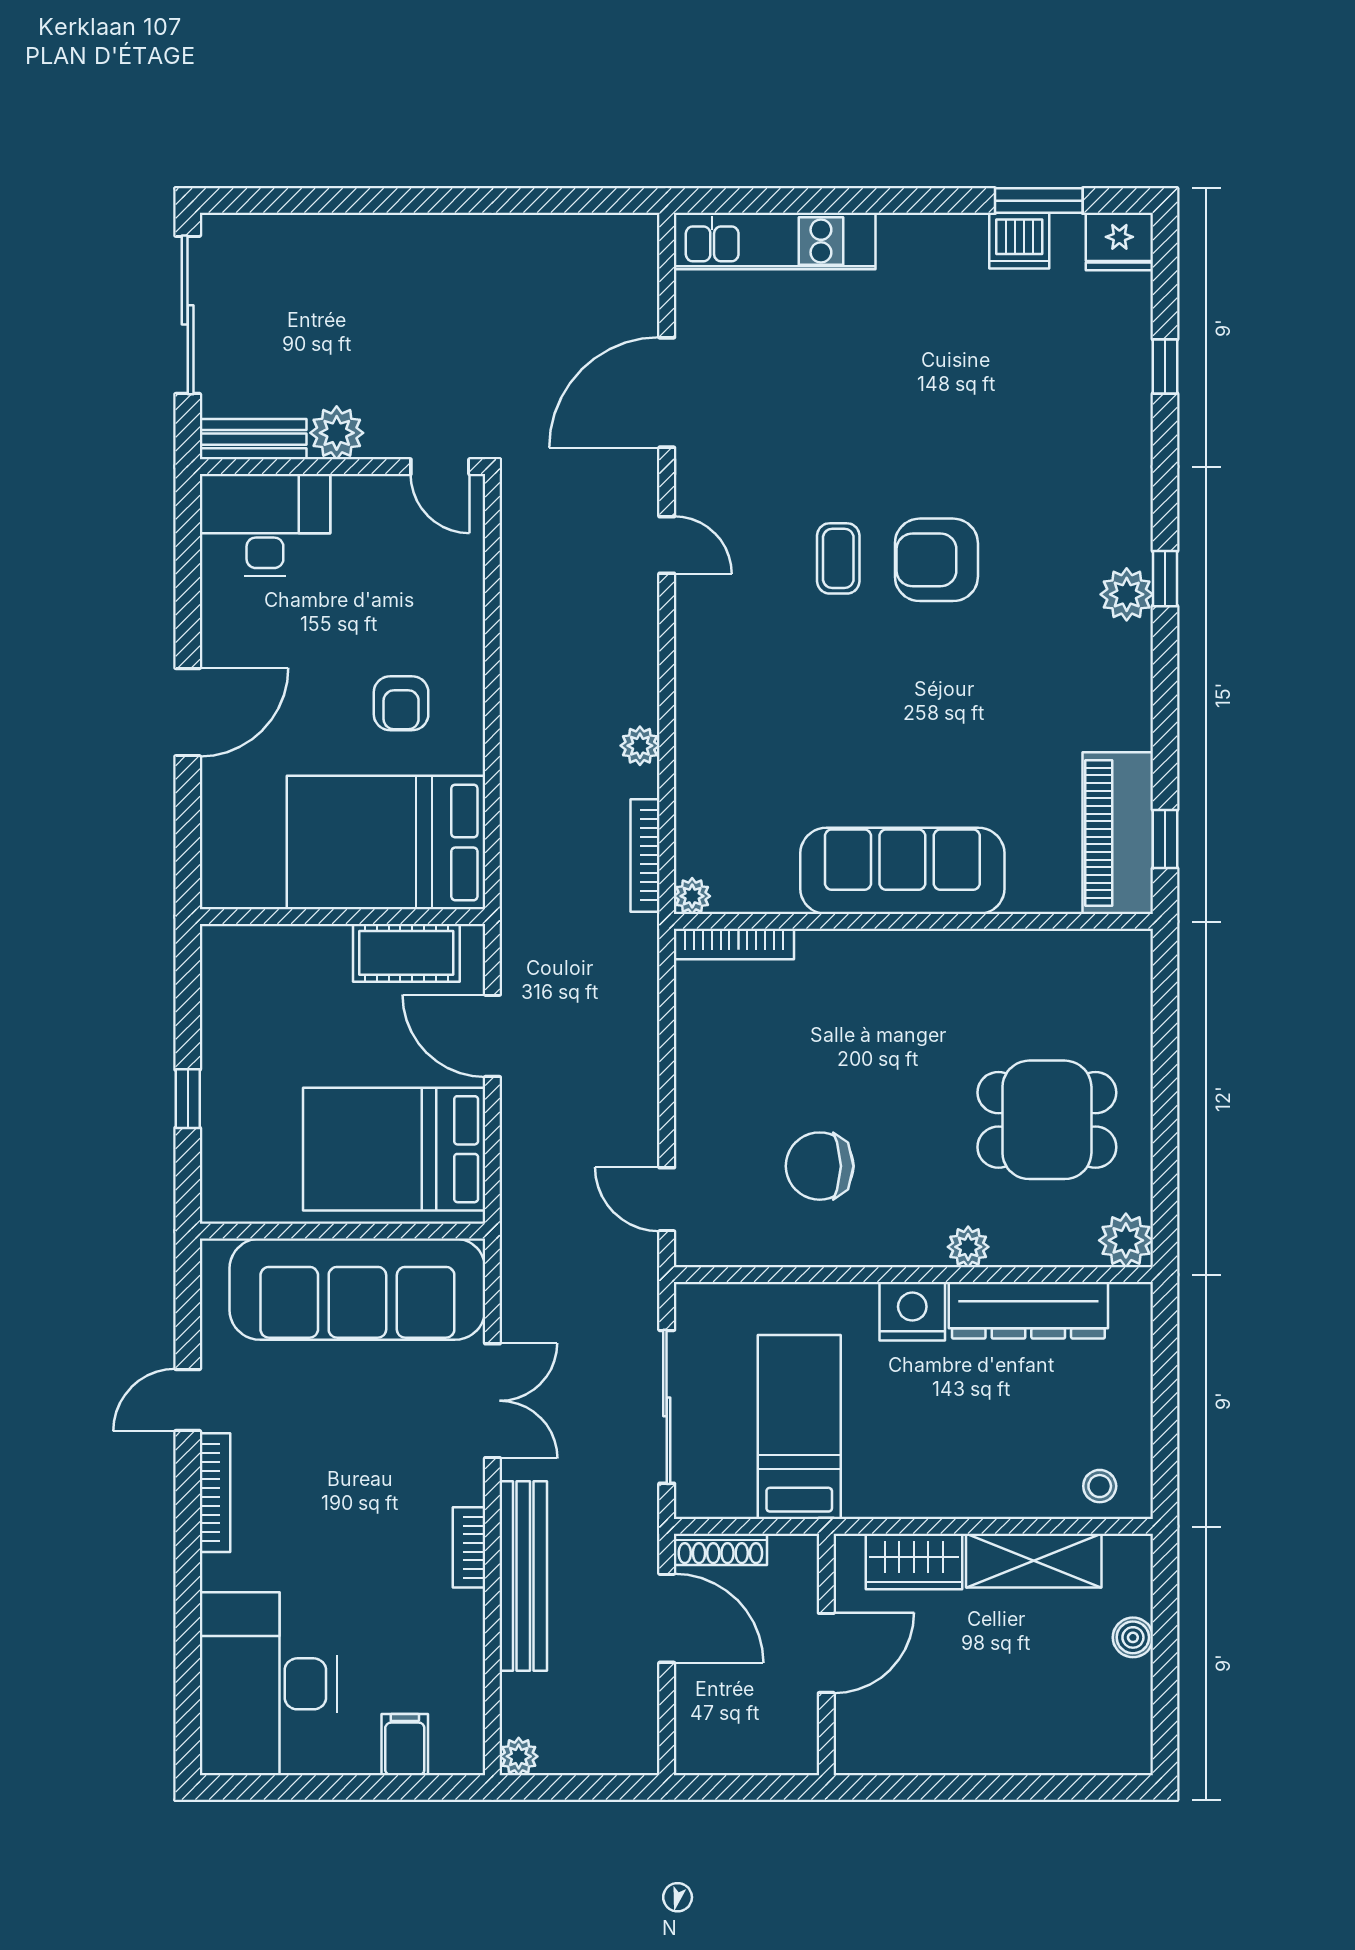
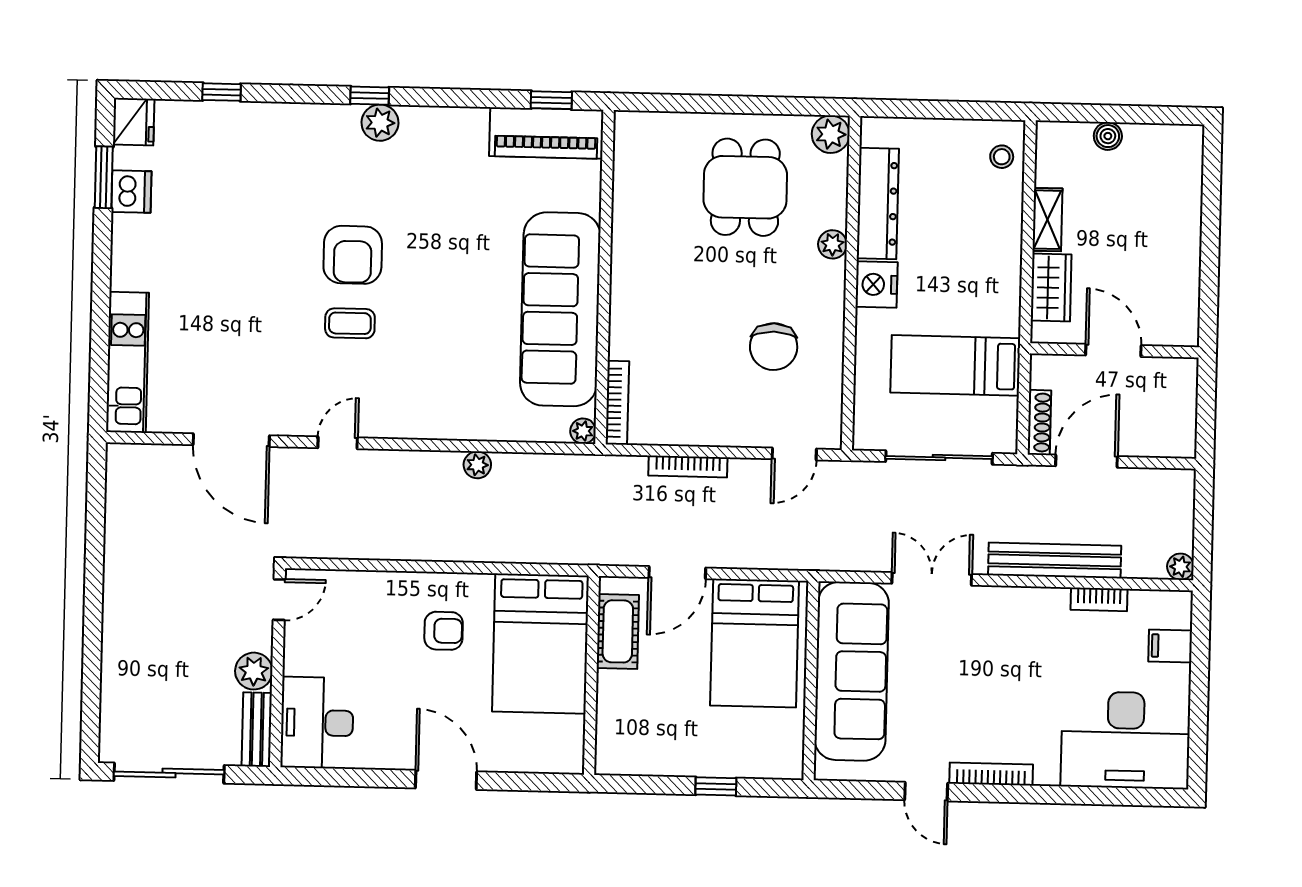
bookcase: (645, 855) -> (688, 466), moved
sofa: (902, 871) -> (560, 309), width x1.36, depth x1.27
bookcase: (469, 1547) -> (1099, 599), moved
shelving: (1034, 1561) -> (1047, 220), width x0.67, depth x0.75

